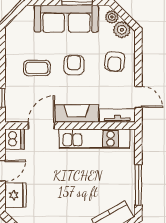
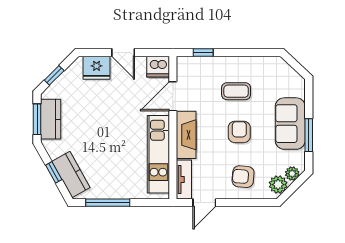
sofa: (66, 19) -> (290, 124), width x0.73
armchair: (74, 65) -> (239, 132), turned -90
coffee table: (37, 68) -> (236, 91), turned 90
door: (42, 126) -> (173, 96), swing flipped

